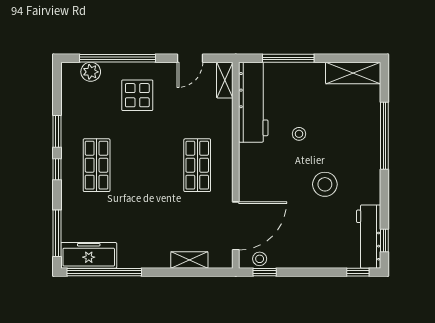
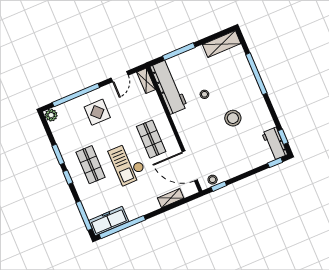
plant: (91, 72) -> (51, 115), moved
checkout: (149, 185) -> (127, 163), added
door: (236, 226) -> (190, 166), swing flipped
workbench: (369, 237) -> (275, 144), width x0.73

